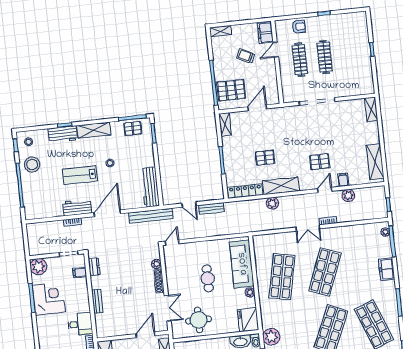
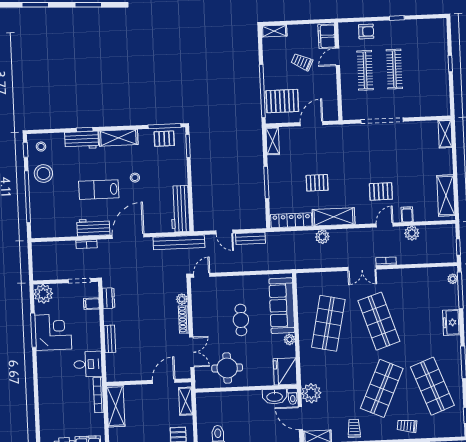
shop shelf: (325, 272) -> (379, 321), turned -39

